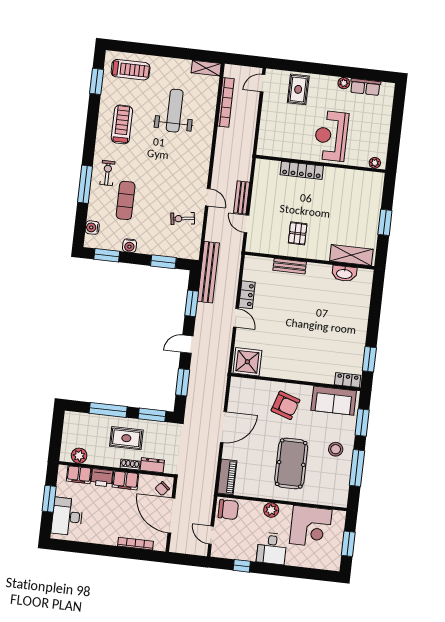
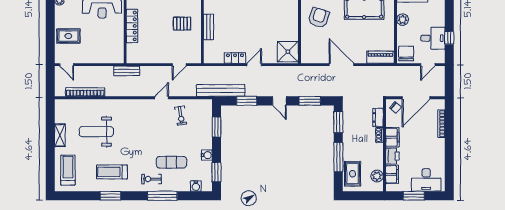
shelving: (206, 68) -> (60, 135), moved
window: (97, 81) -> (111, 196), moved
bench: (242, 197) -> (127, 71), moved
rug: (126, 438) -> (353, 174), moved
desk: (272, 548) -> (433, 38), moved

